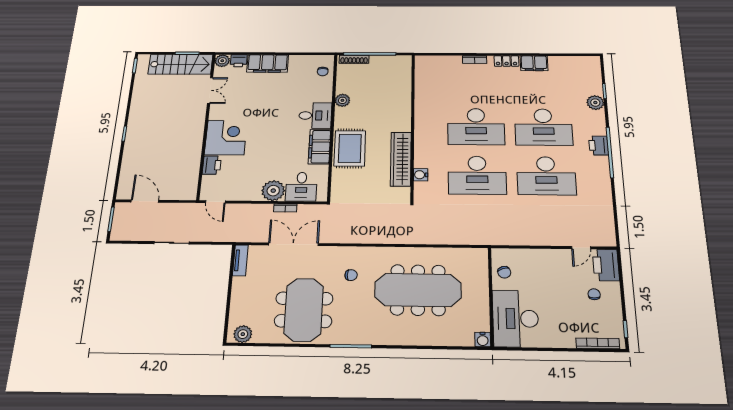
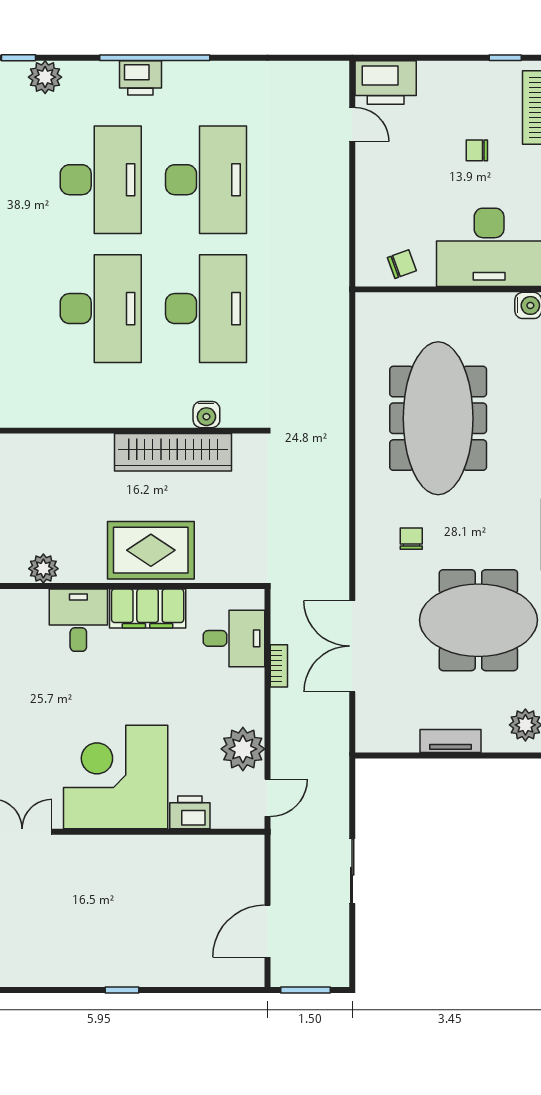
corner desk: (226, 138) -> (116, 777), width x1.36, depth x1.36
plant: (273, 191) -> (243, 749), moved
tv unit: (240, 260) -> (450, 741), moved
chair: (594, 294) -> (477, 150), moved

